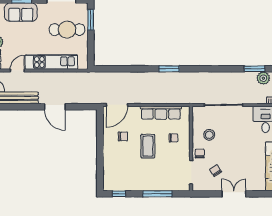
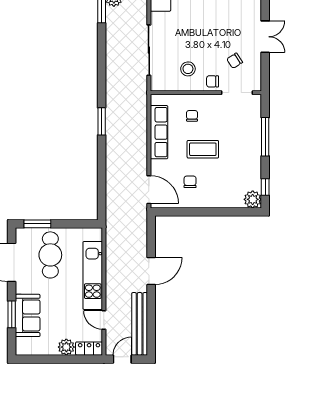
plant: (109, 184) -> (253, 199), added
double door: (234, 194) -> (265, 37), swing flipped

